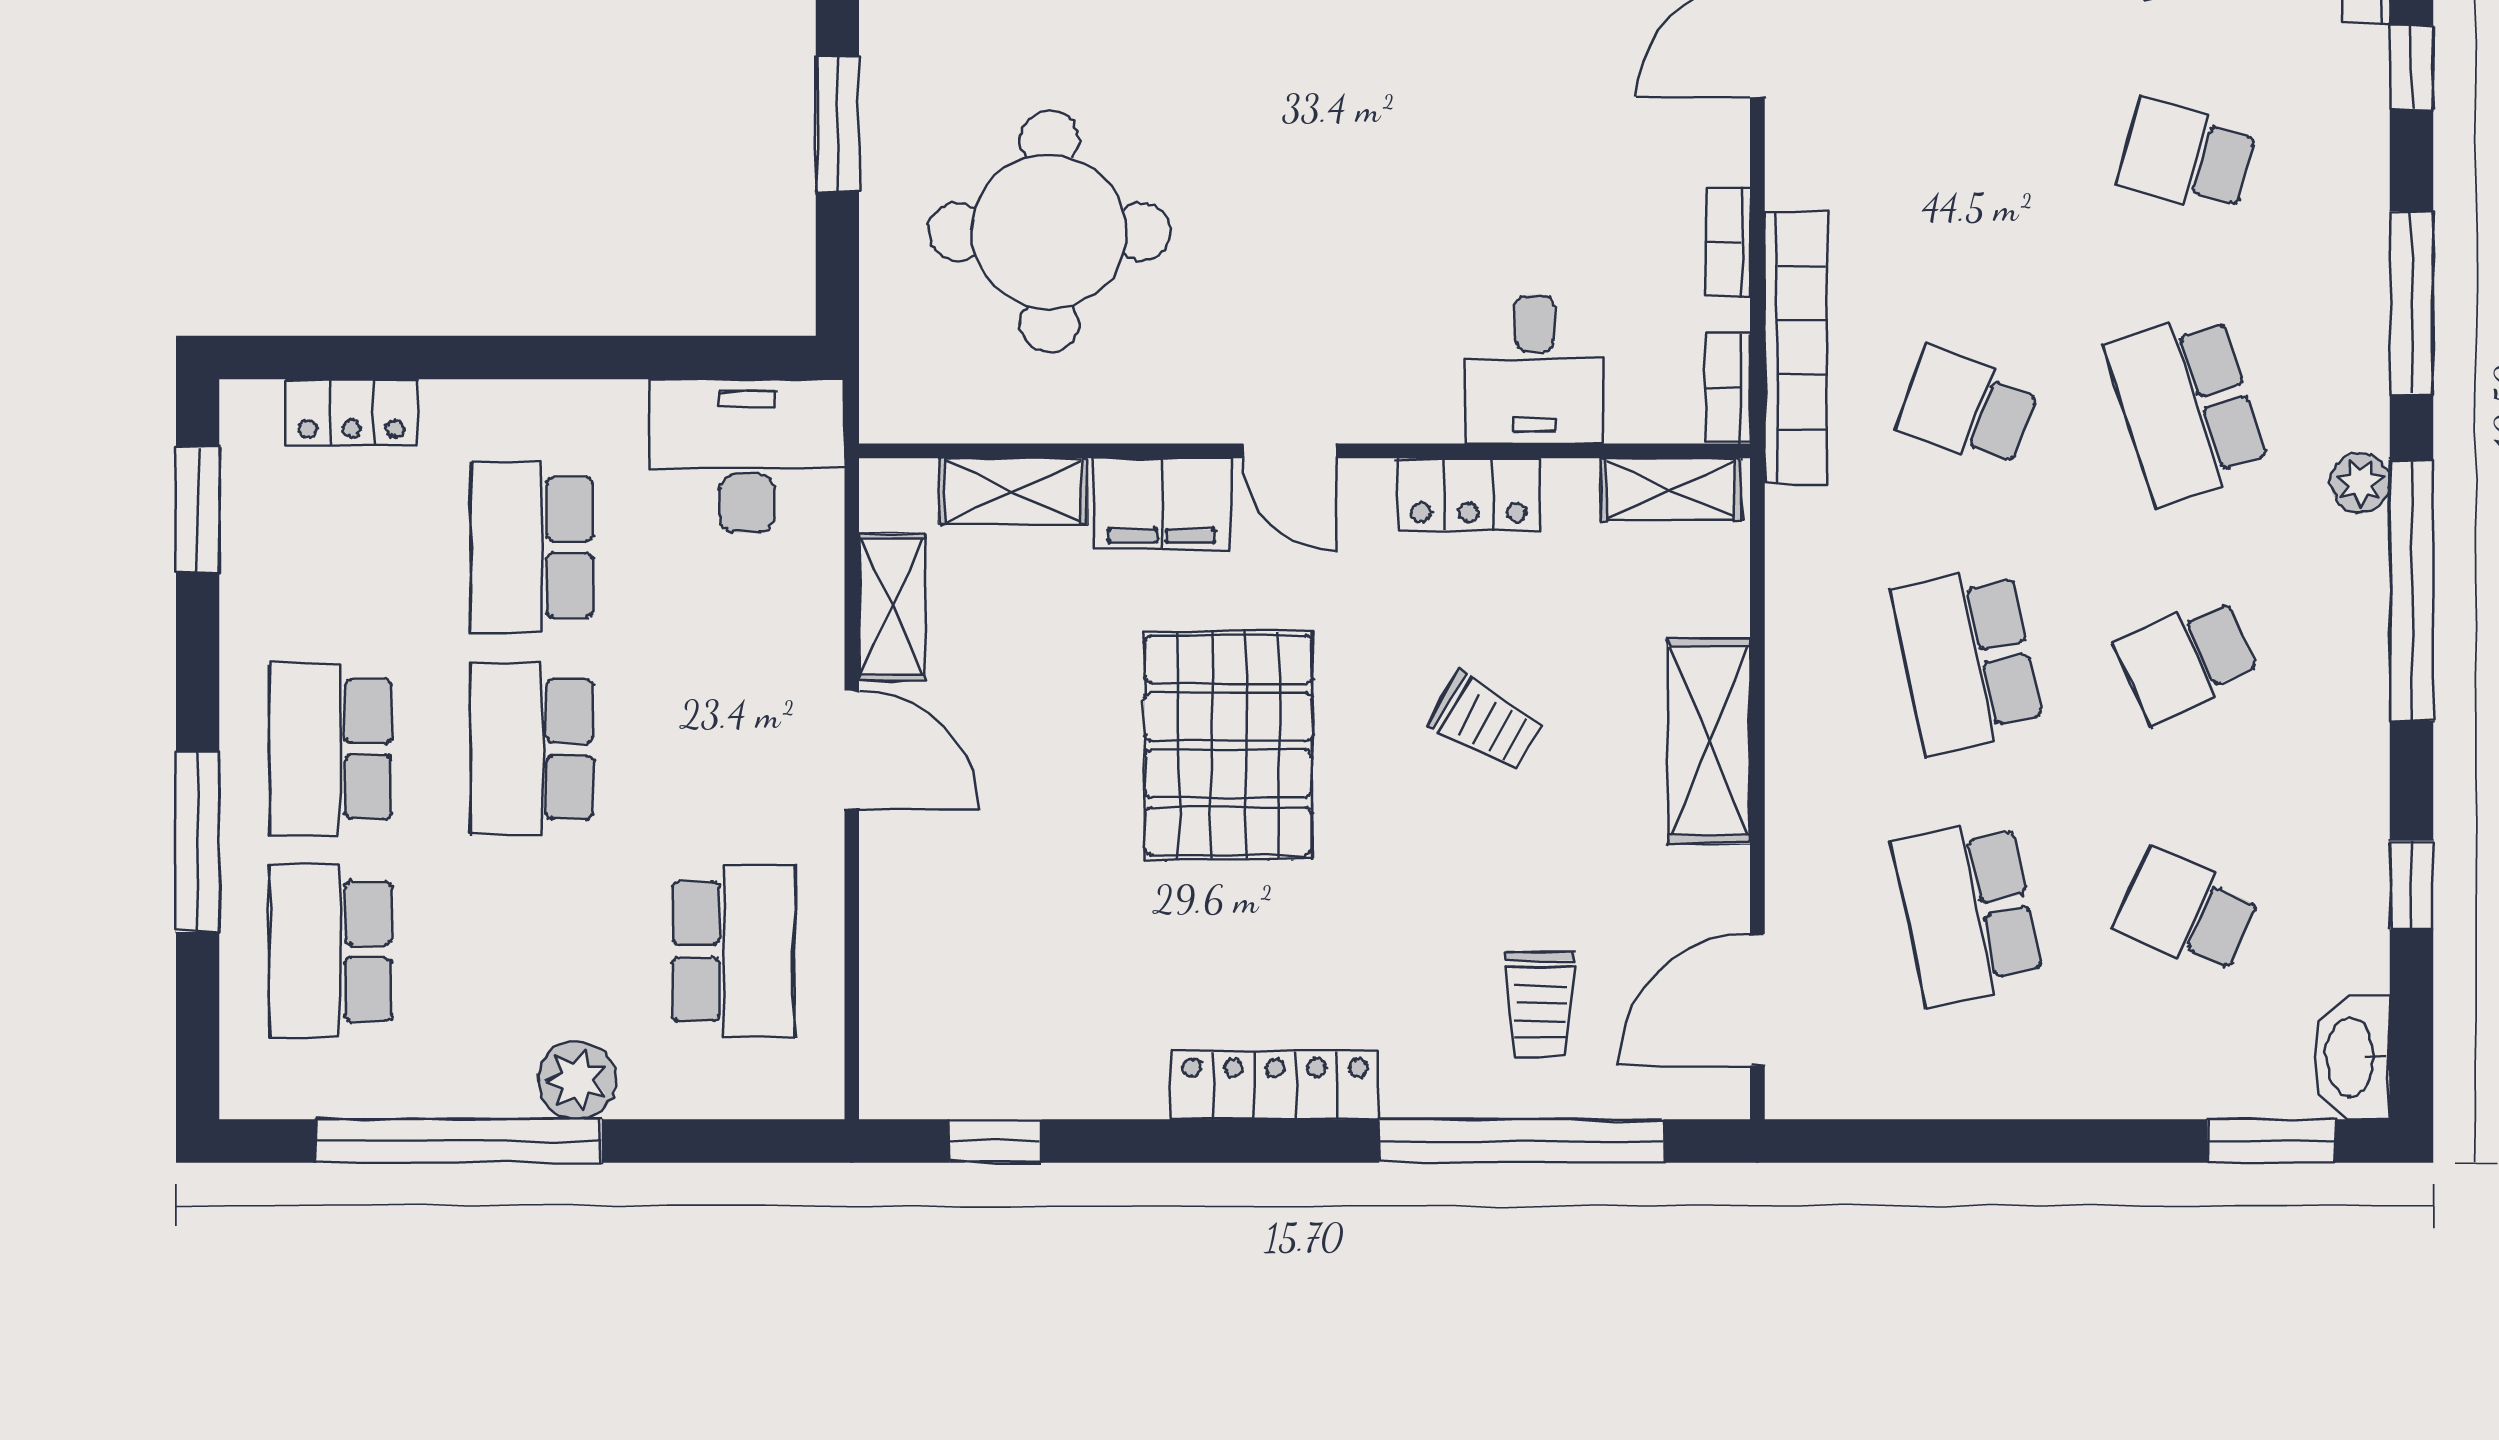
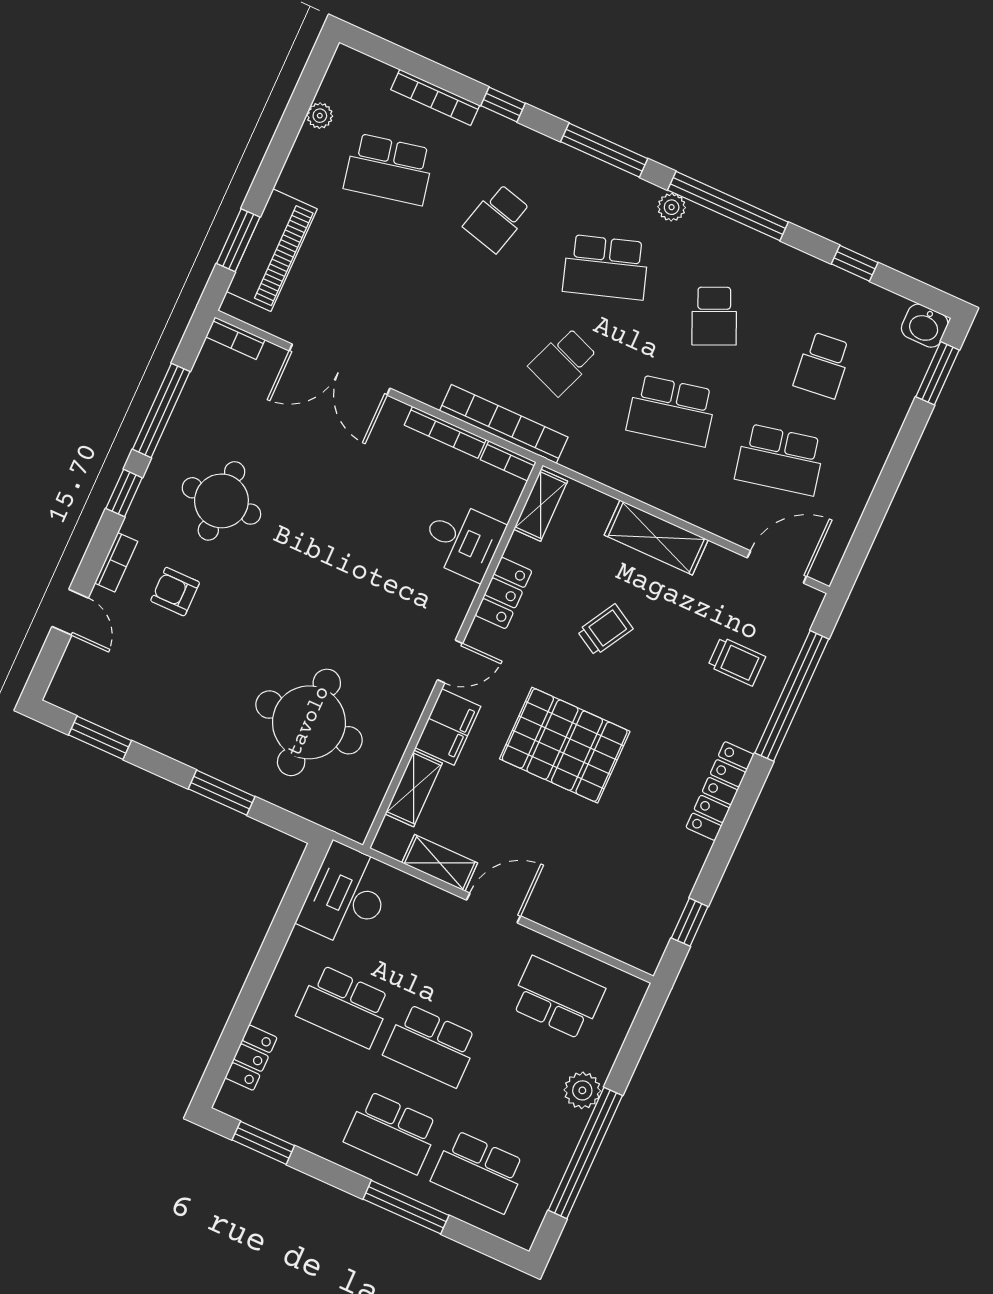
bookcase: (1728, 242) -> (445, 432), width x1.56
school desk: (2187, 912) -> (823, 365), turned -30
door: (1757, 1000) -> (777, 567), swing flipped
washbasin: (2352, 1057) -> (925, 326), width x0.72

